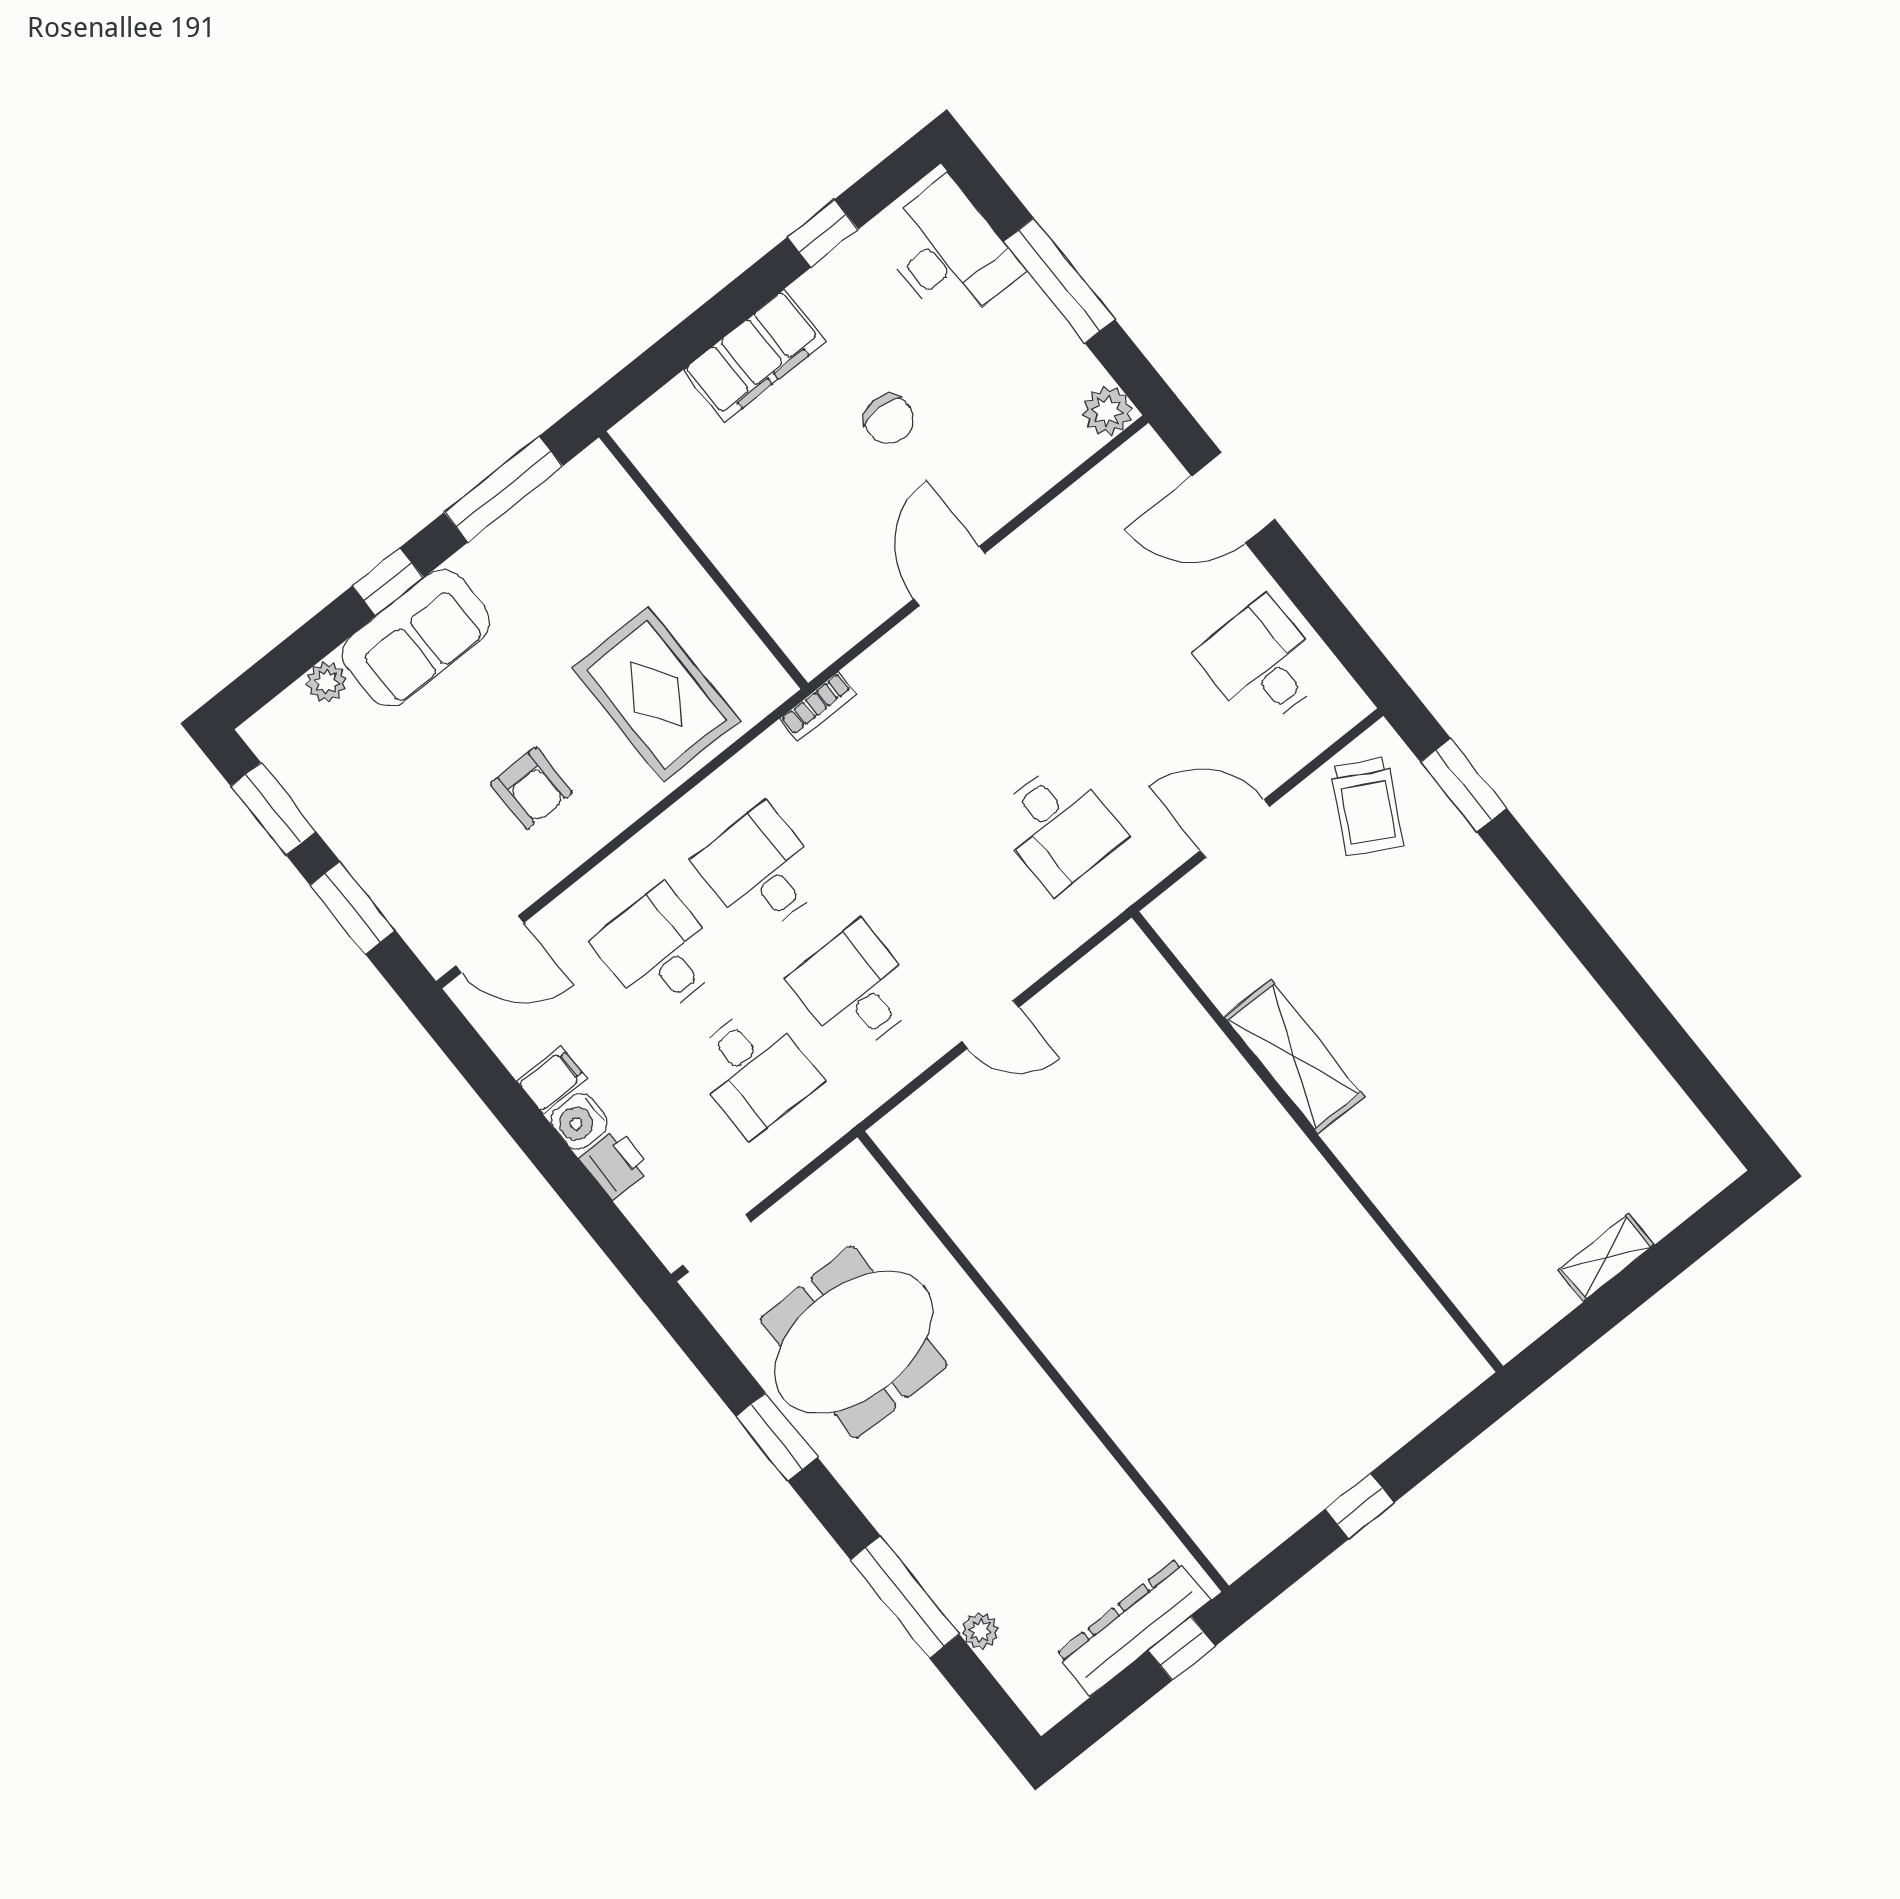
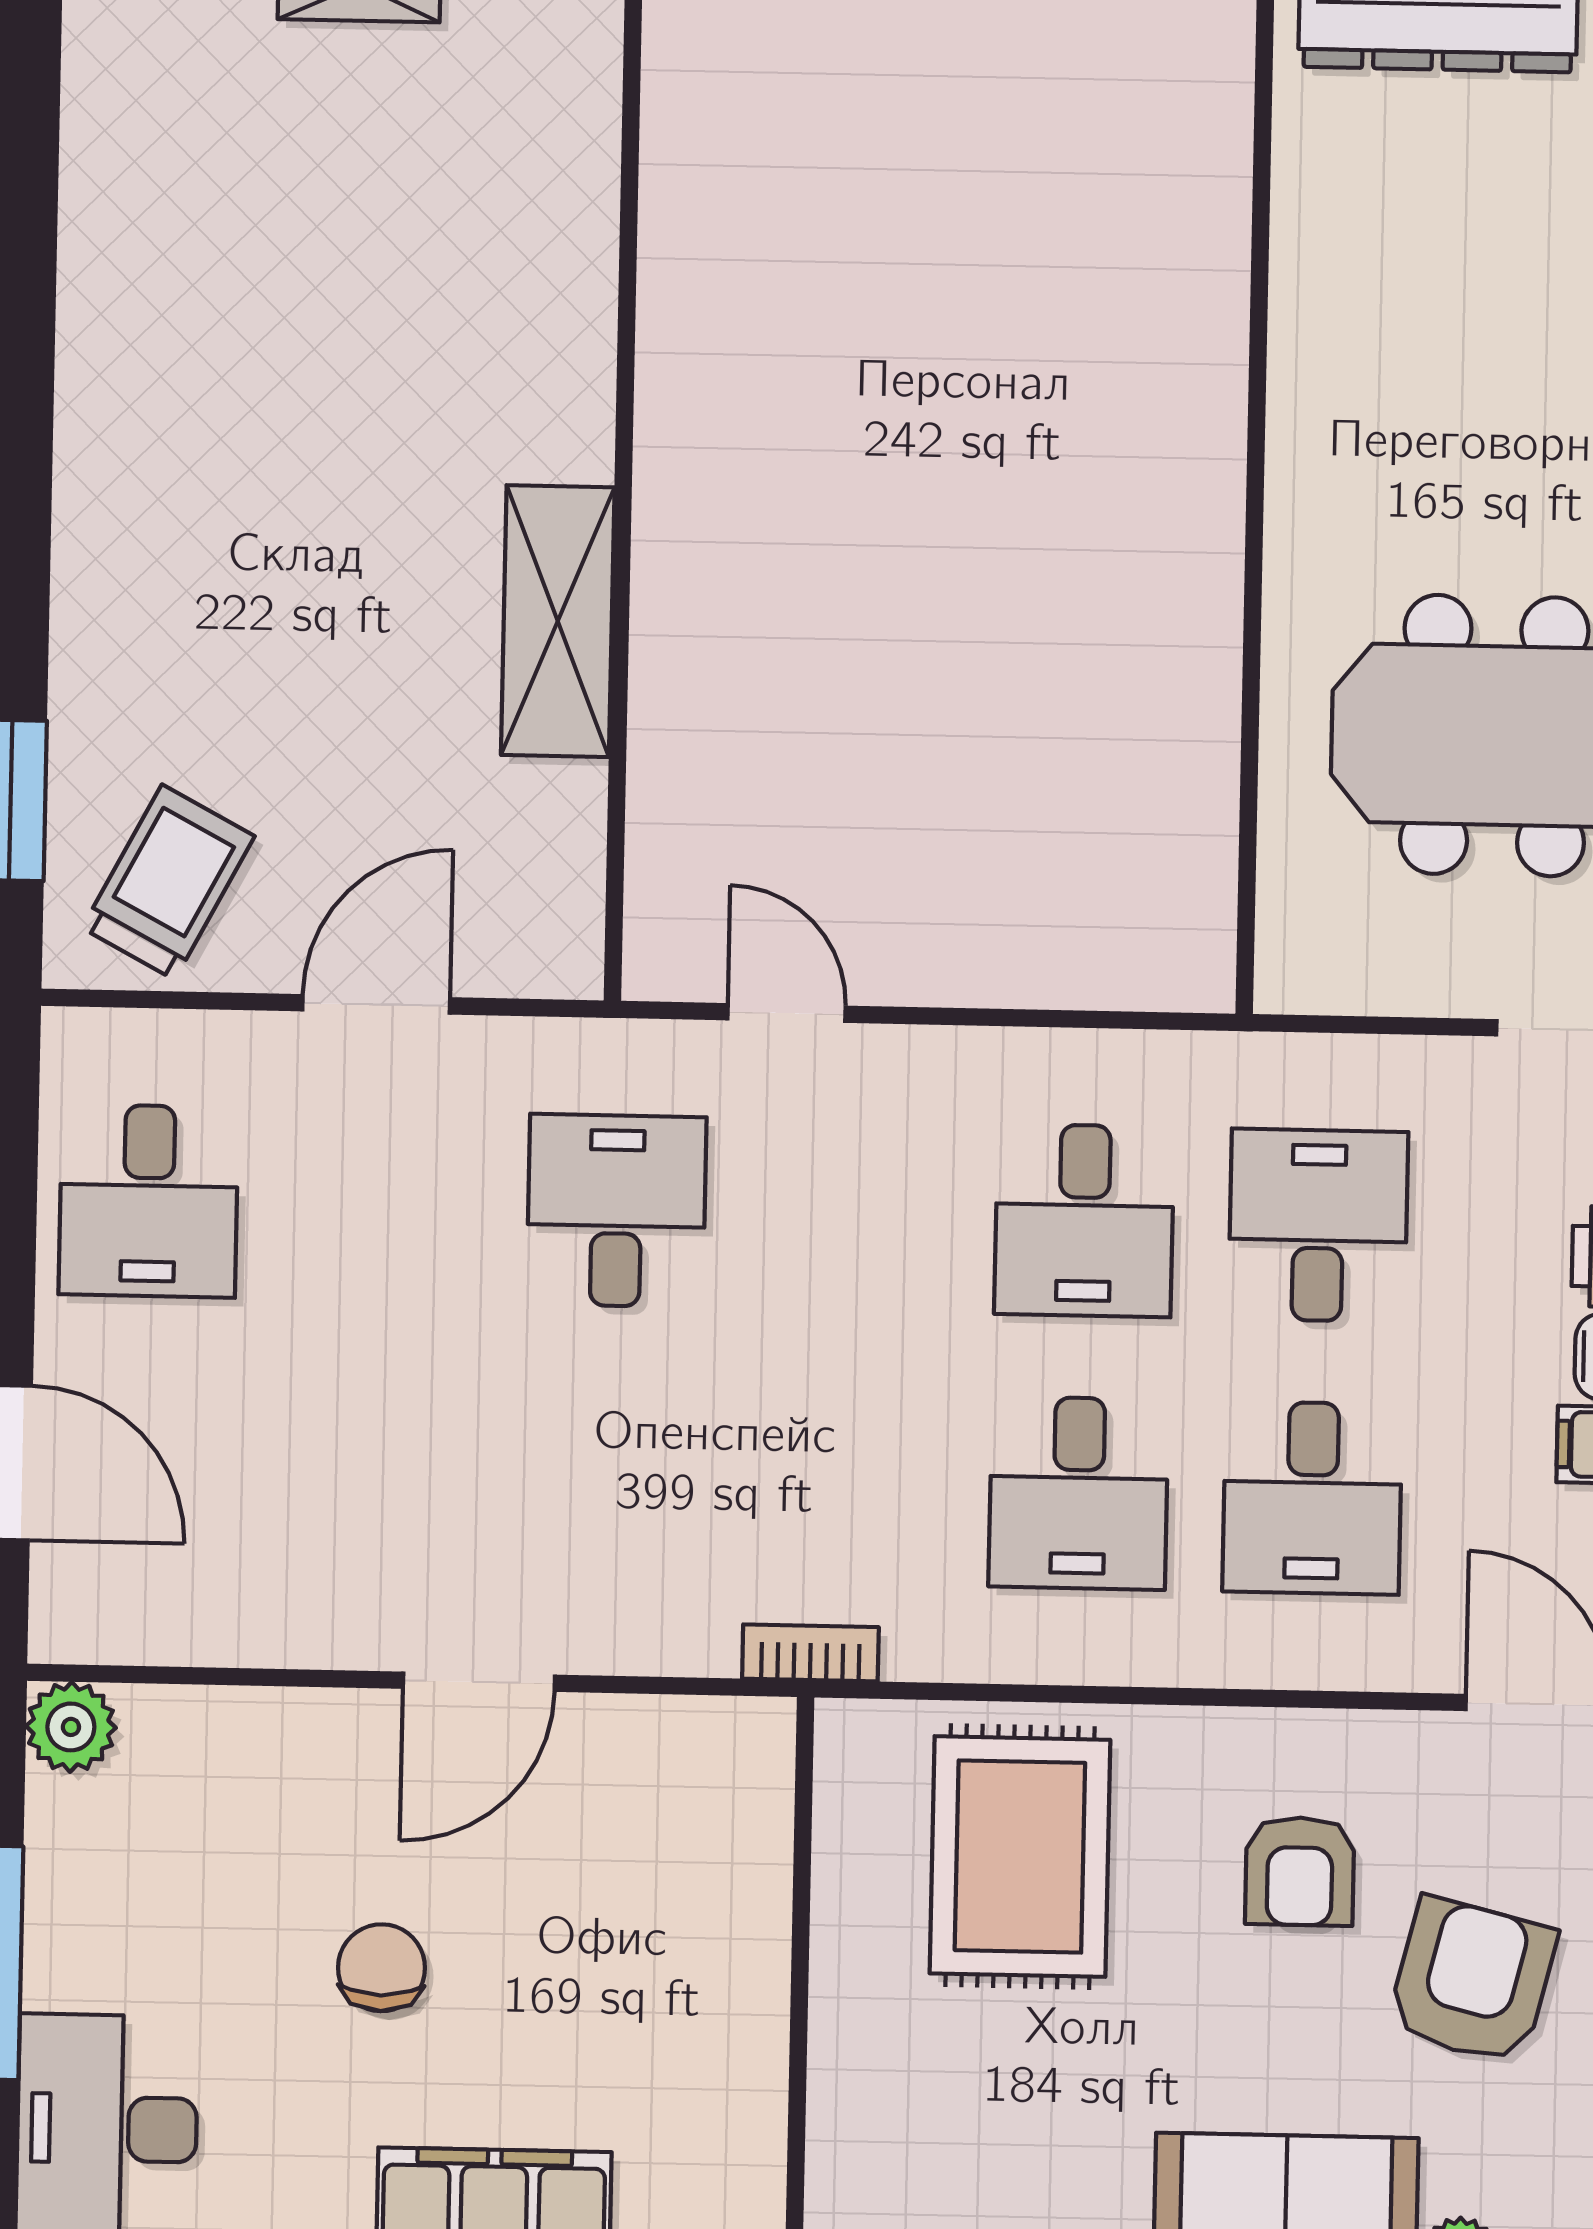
armchair: (531, 788) -> (1300, 1871), turned 180
armchair: (419, 803) -> (1472, 1981), added
door: (1235, 829) -> (376, 1004), swing flipped
door: (990, 1024) -> (787, 1013), moved

